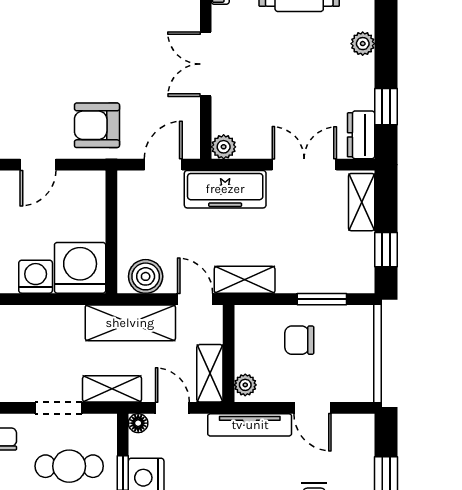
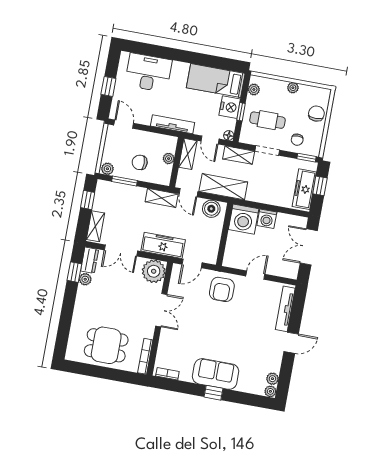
plant: (363, 44) -> (85, 279), moved
armchair: (97, 125) -> (222, 289), turned 90
plant: (224, 147) -> (154, 271), width x1.88, depth x1.88
plant: (359, 317) -> (107, 169), added
chair: (299, 340) -> (140, 162), turned 180
plant: (245, 385) -> (169, 159), moved
door: (312, 408) -> (124, 124), moved

